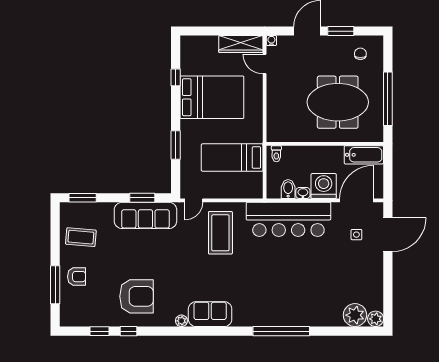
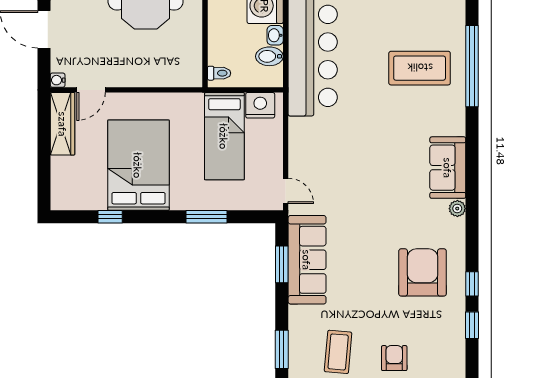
nightstand: (254, 183) -> (260, 105), added
coffee table: (220, 233) -> (420, 68), moved

